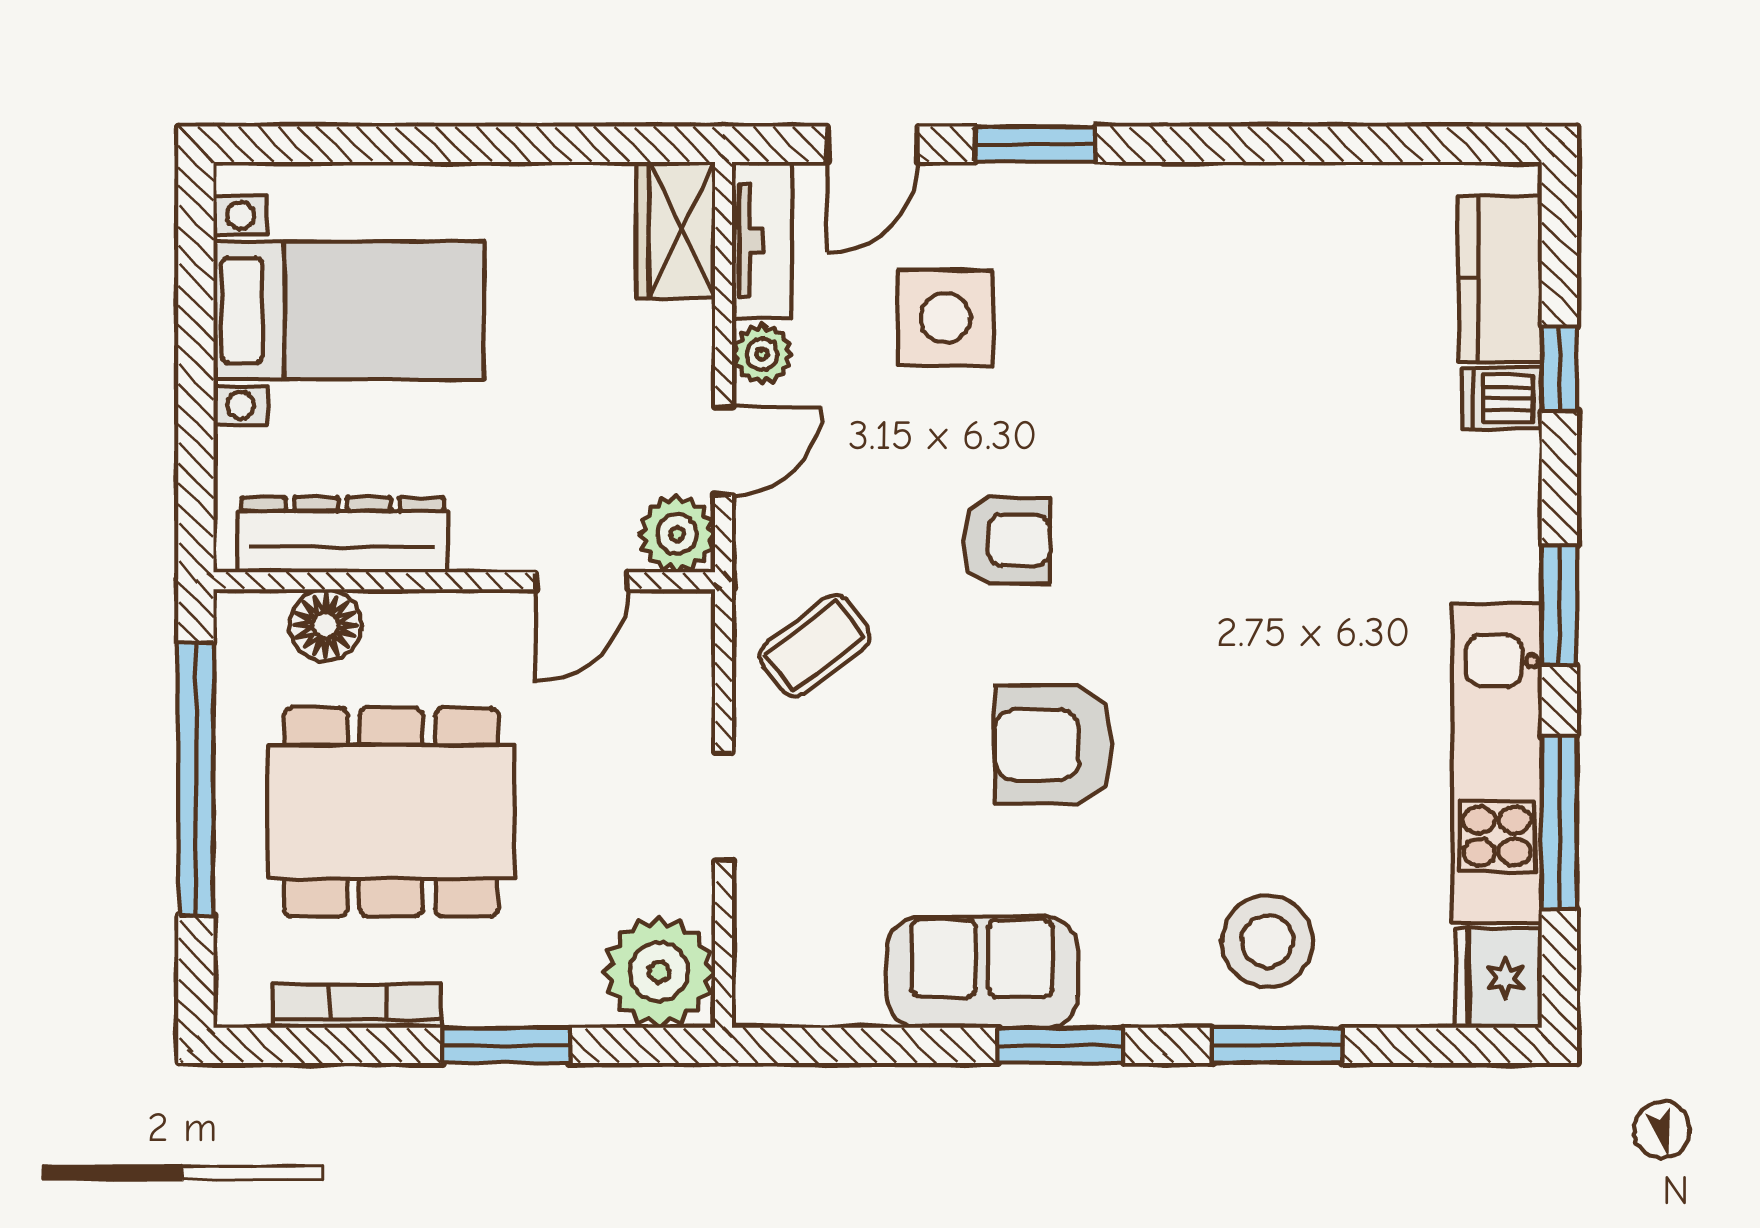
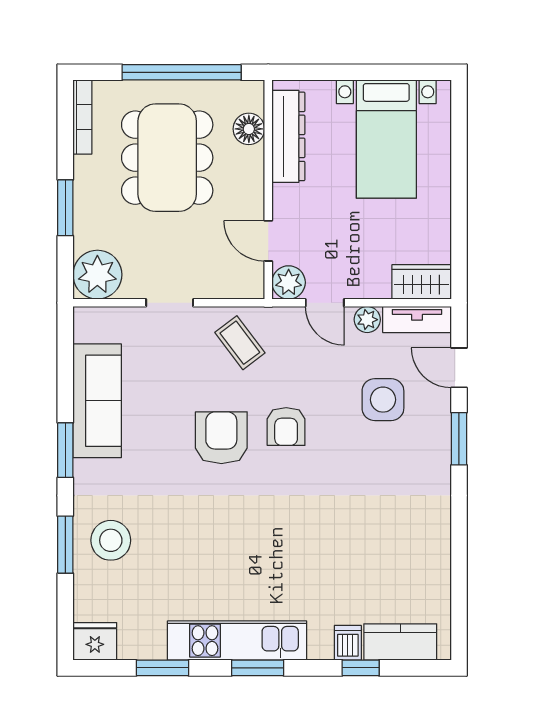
armchair: (1053, 745) -> (221, 438), moved
kitchen unit: (1497, 763) -> (237, 641), moved
window: (1559, 823) -> (163, 668), width x0.69
sofa: (982, 972) -> (97, 401), width x1.36
bookcase: (357, 1006) -> (82, 117), moved

